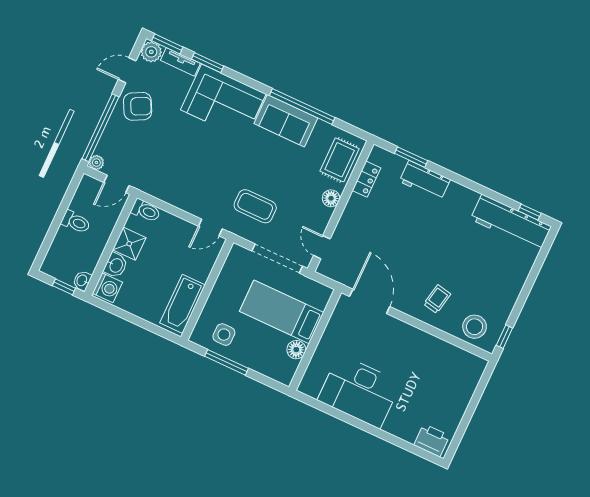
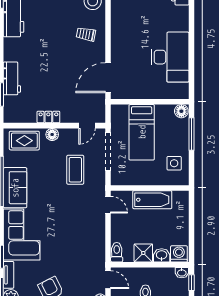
locker: (366, 179) -> (48, 117), moved
coffee table: (255, 206) -> (75, 170), moved
bathtub: (183, 304) -> (152, 200), moved
floor lamp: (296, 350) -> (181, 111), moved
window: (226, 362) -> (192, 134), moved

